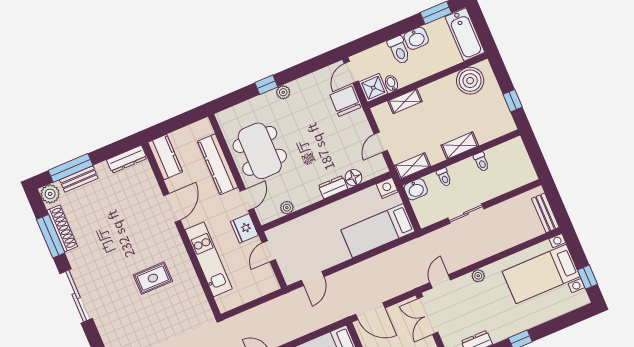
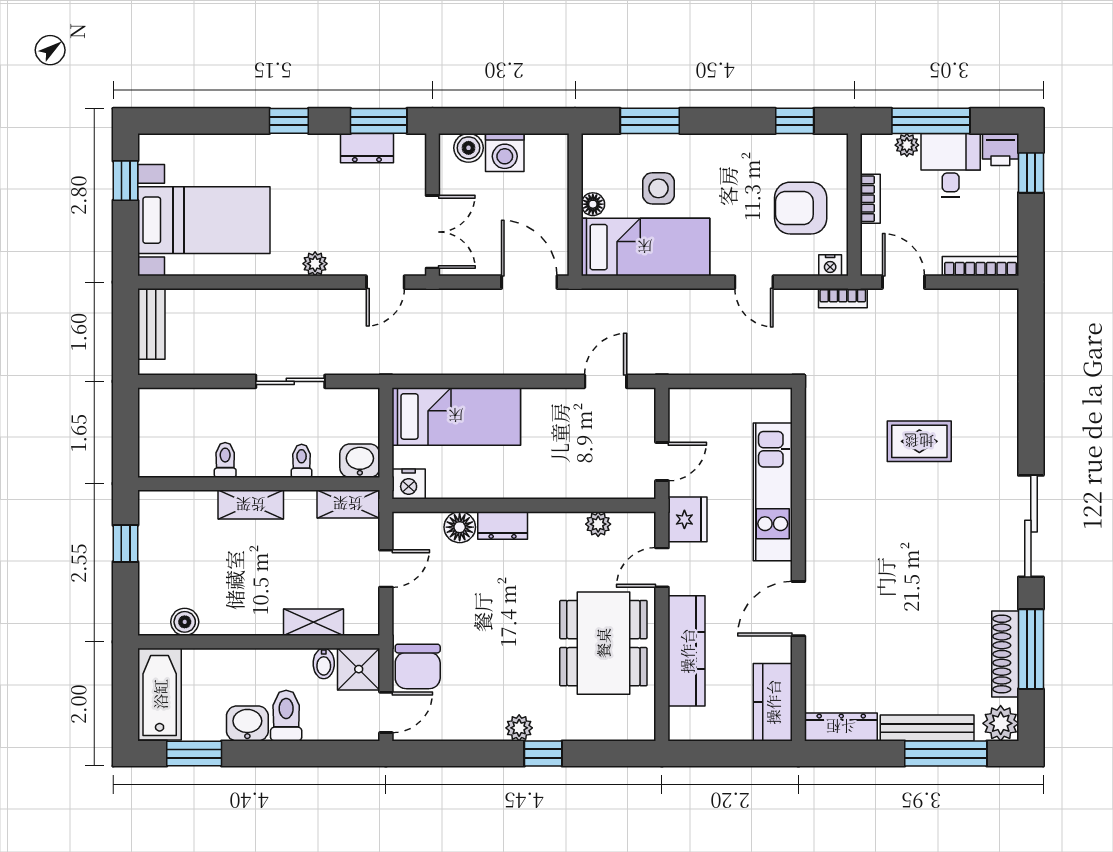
boiler: (470, 81) -> (185, 622), width x0.54, depth x0.54
bench: (79, 179) -> (927, 728), width x1.36
rug: (153, 278) -> (919, 441), moved

